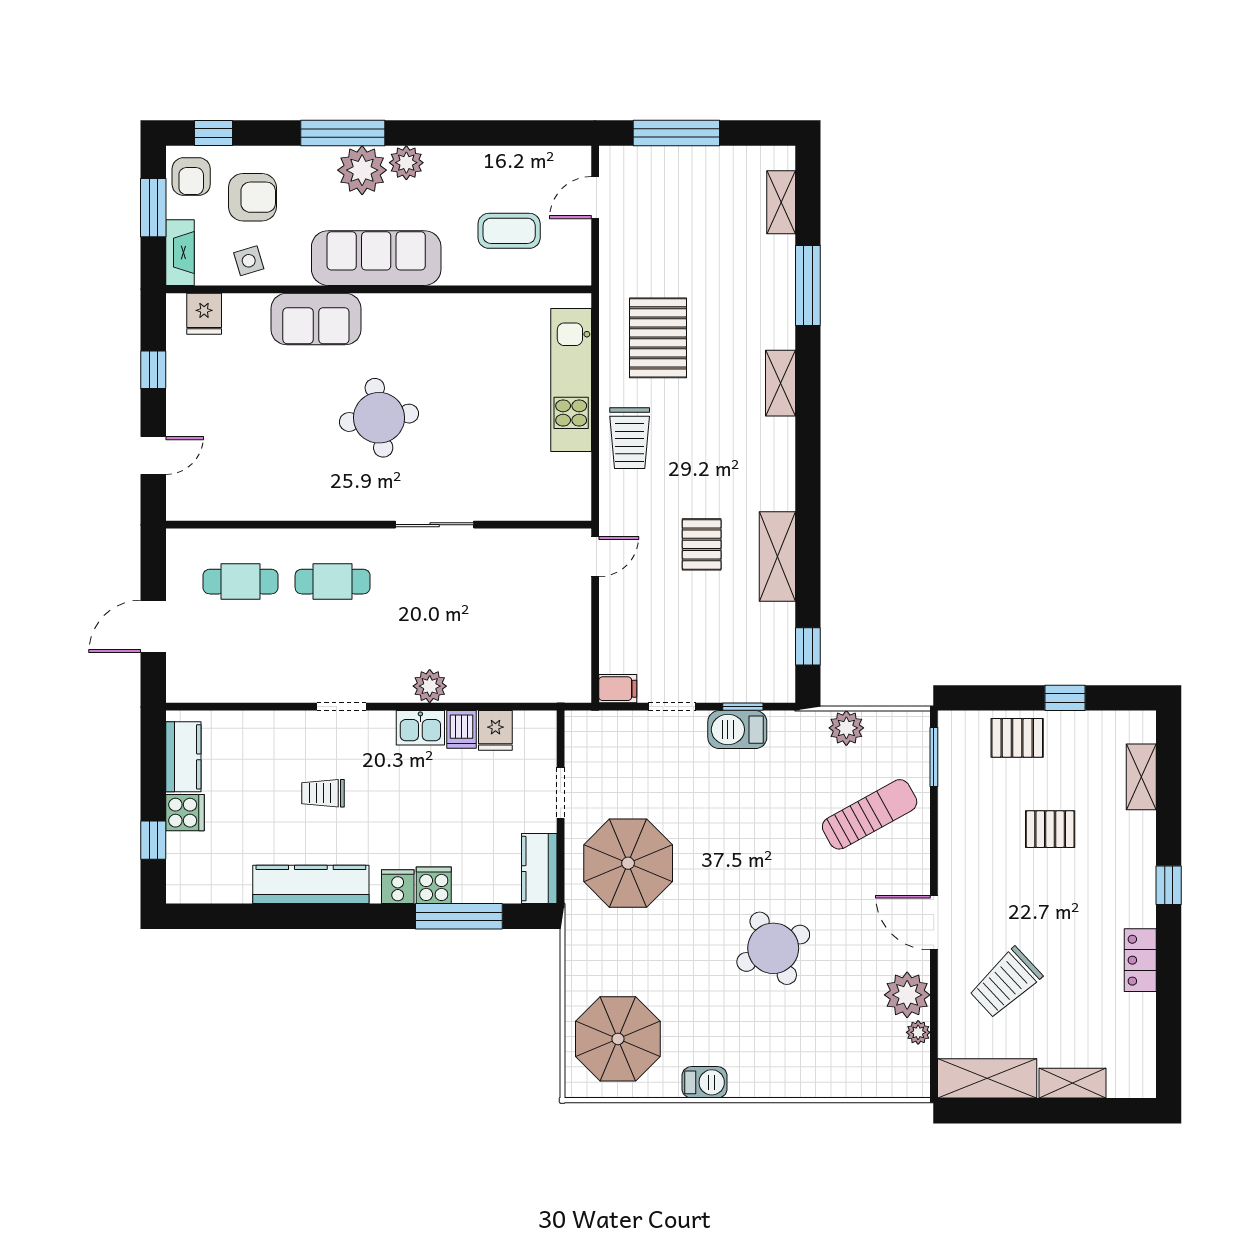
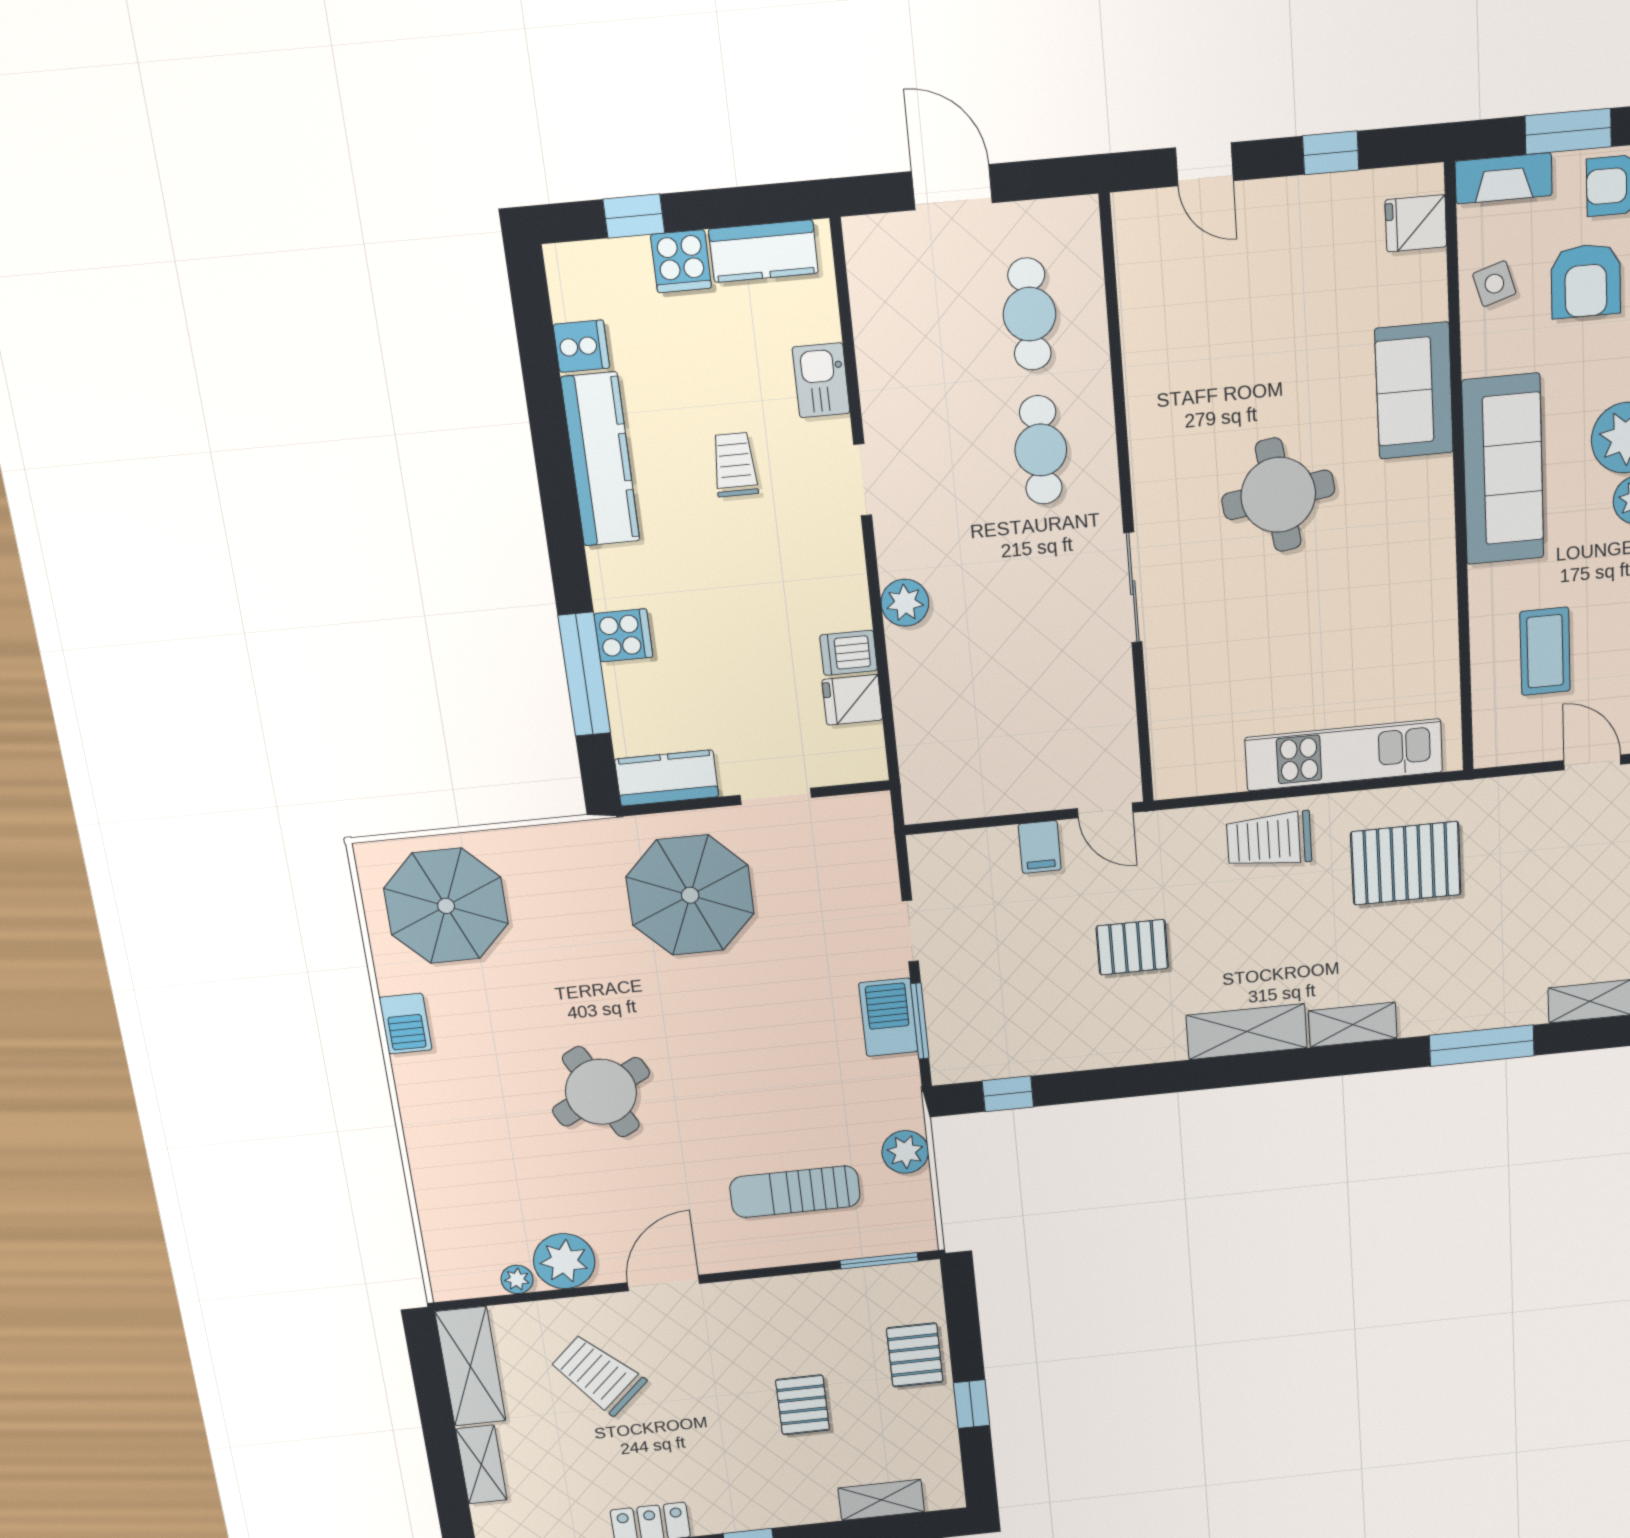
shelving: (777, 556) -> (1247, 1032), moved
filing cabinet: (618, 689) -> (1040, 847), moved
window: (743, 707) -> (920, 1021), width x1.50
kitchen sink: (420, 728) -> (821, 380), moved
sun lounger: (870, 814) -> (795, 1192), turned 119
cooker: (398, 887) -> (581, 346), moved

